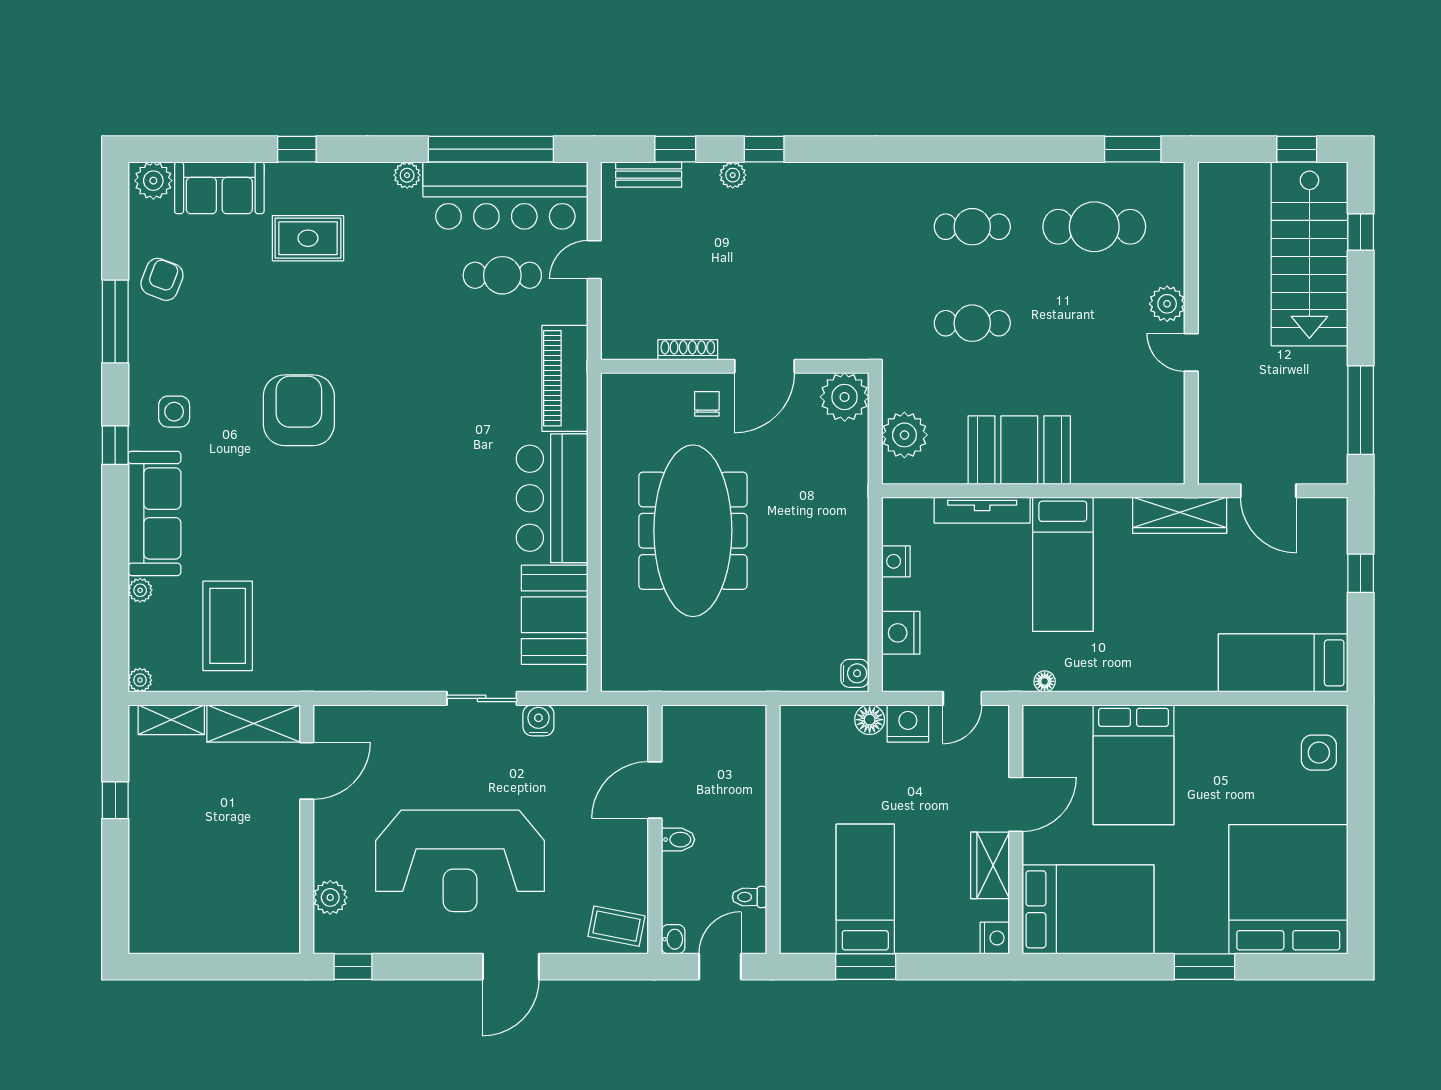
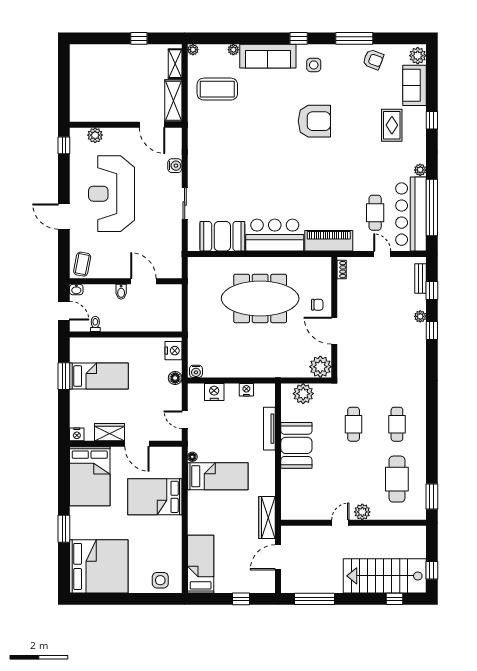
shoe rack: (688, 350) -> (342, 270), moved, width x0.70
bed: (1063, 564) -> (218, 476), moved, turned 180
water cooler: (538, 720) -> (175, 166), moved
nightstand: (908, 723) -> (173, 351), moved

